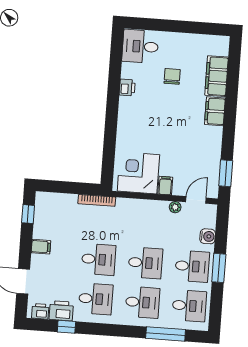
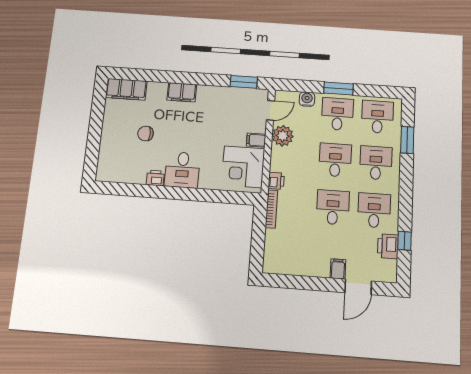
desk: (140, 46) -> (182, 170), moved
filing cabinet: (217, 76) -> (126, 89), moved
door: (196, 200) -> (270, 110), swing flipped
plant: (175, 207) -> (283, 136), width x1.88, depth x1.88
window: (28, 214) -> (286, 281), removed
filing cabinet: (41, 247) -> (338, 269), moved
printer: (40, 311) -> (276, 181), moved, turned 180
window: (166, 334) -> (407, 140), width x0.69

